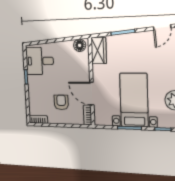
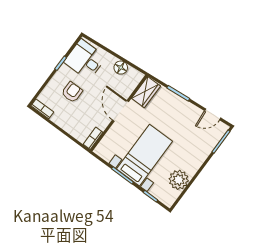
floor lamp: (80, 45) -> (121, 68), moved
door: (92, 94) -> (120, 111), moved
armchair: (61, 102) -> (72, 92), moved

